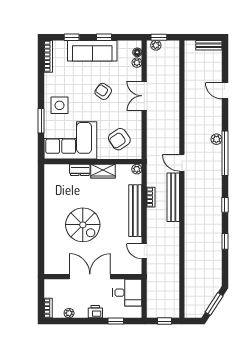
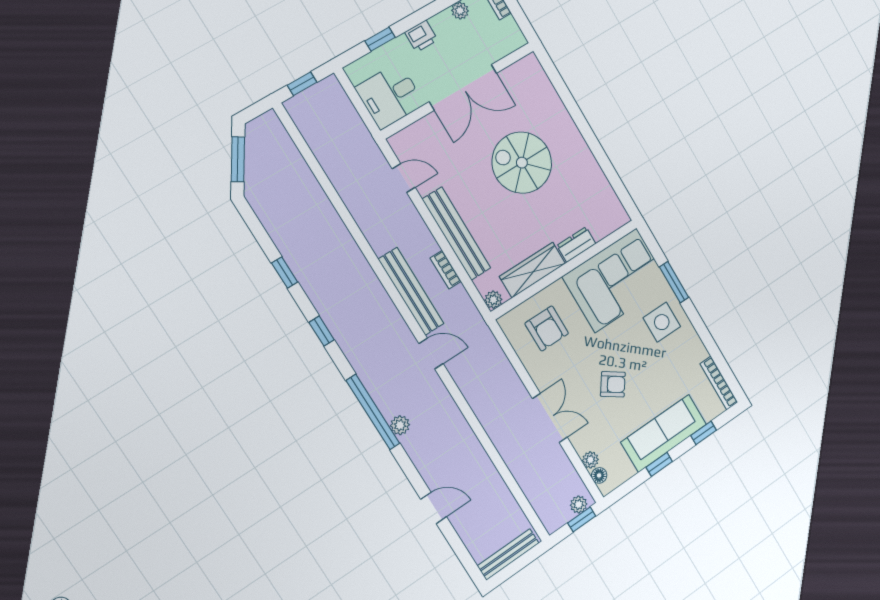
bench: (209, 45) -> (508, 554), width x1.36
armchair: (119, 139) -> (547, 328), turned 125
wardrobe: (103, 171) -> (533, 270), width x1.50

